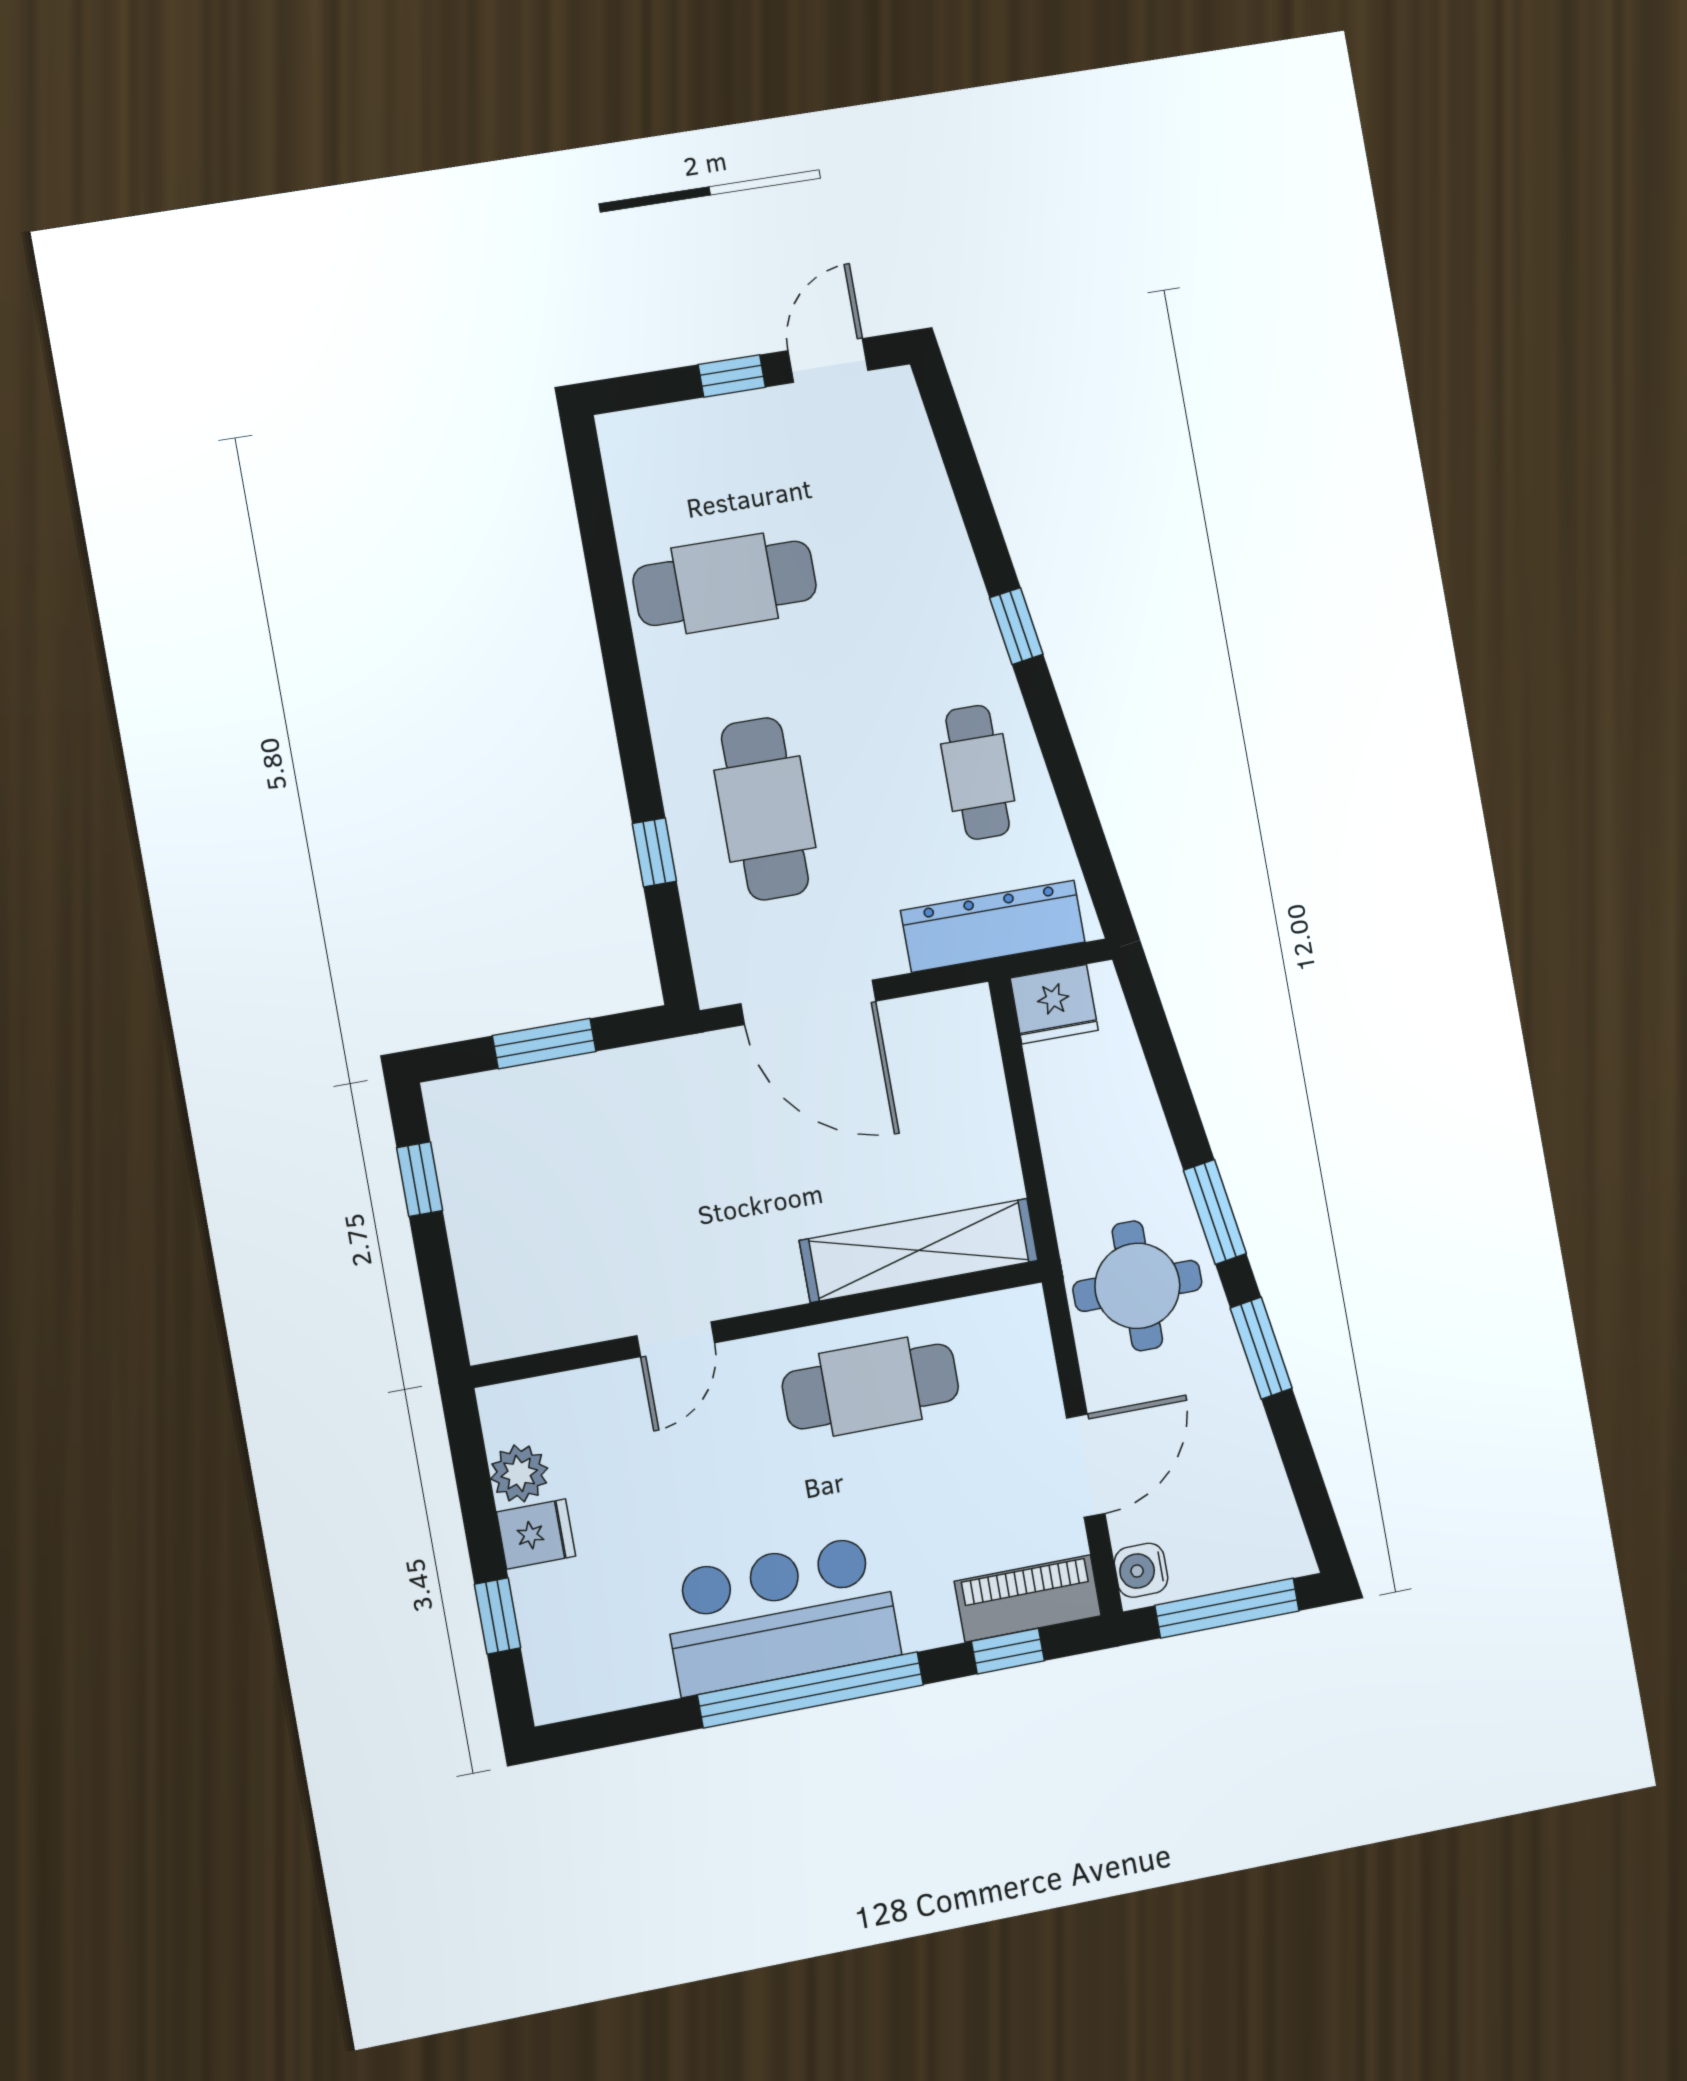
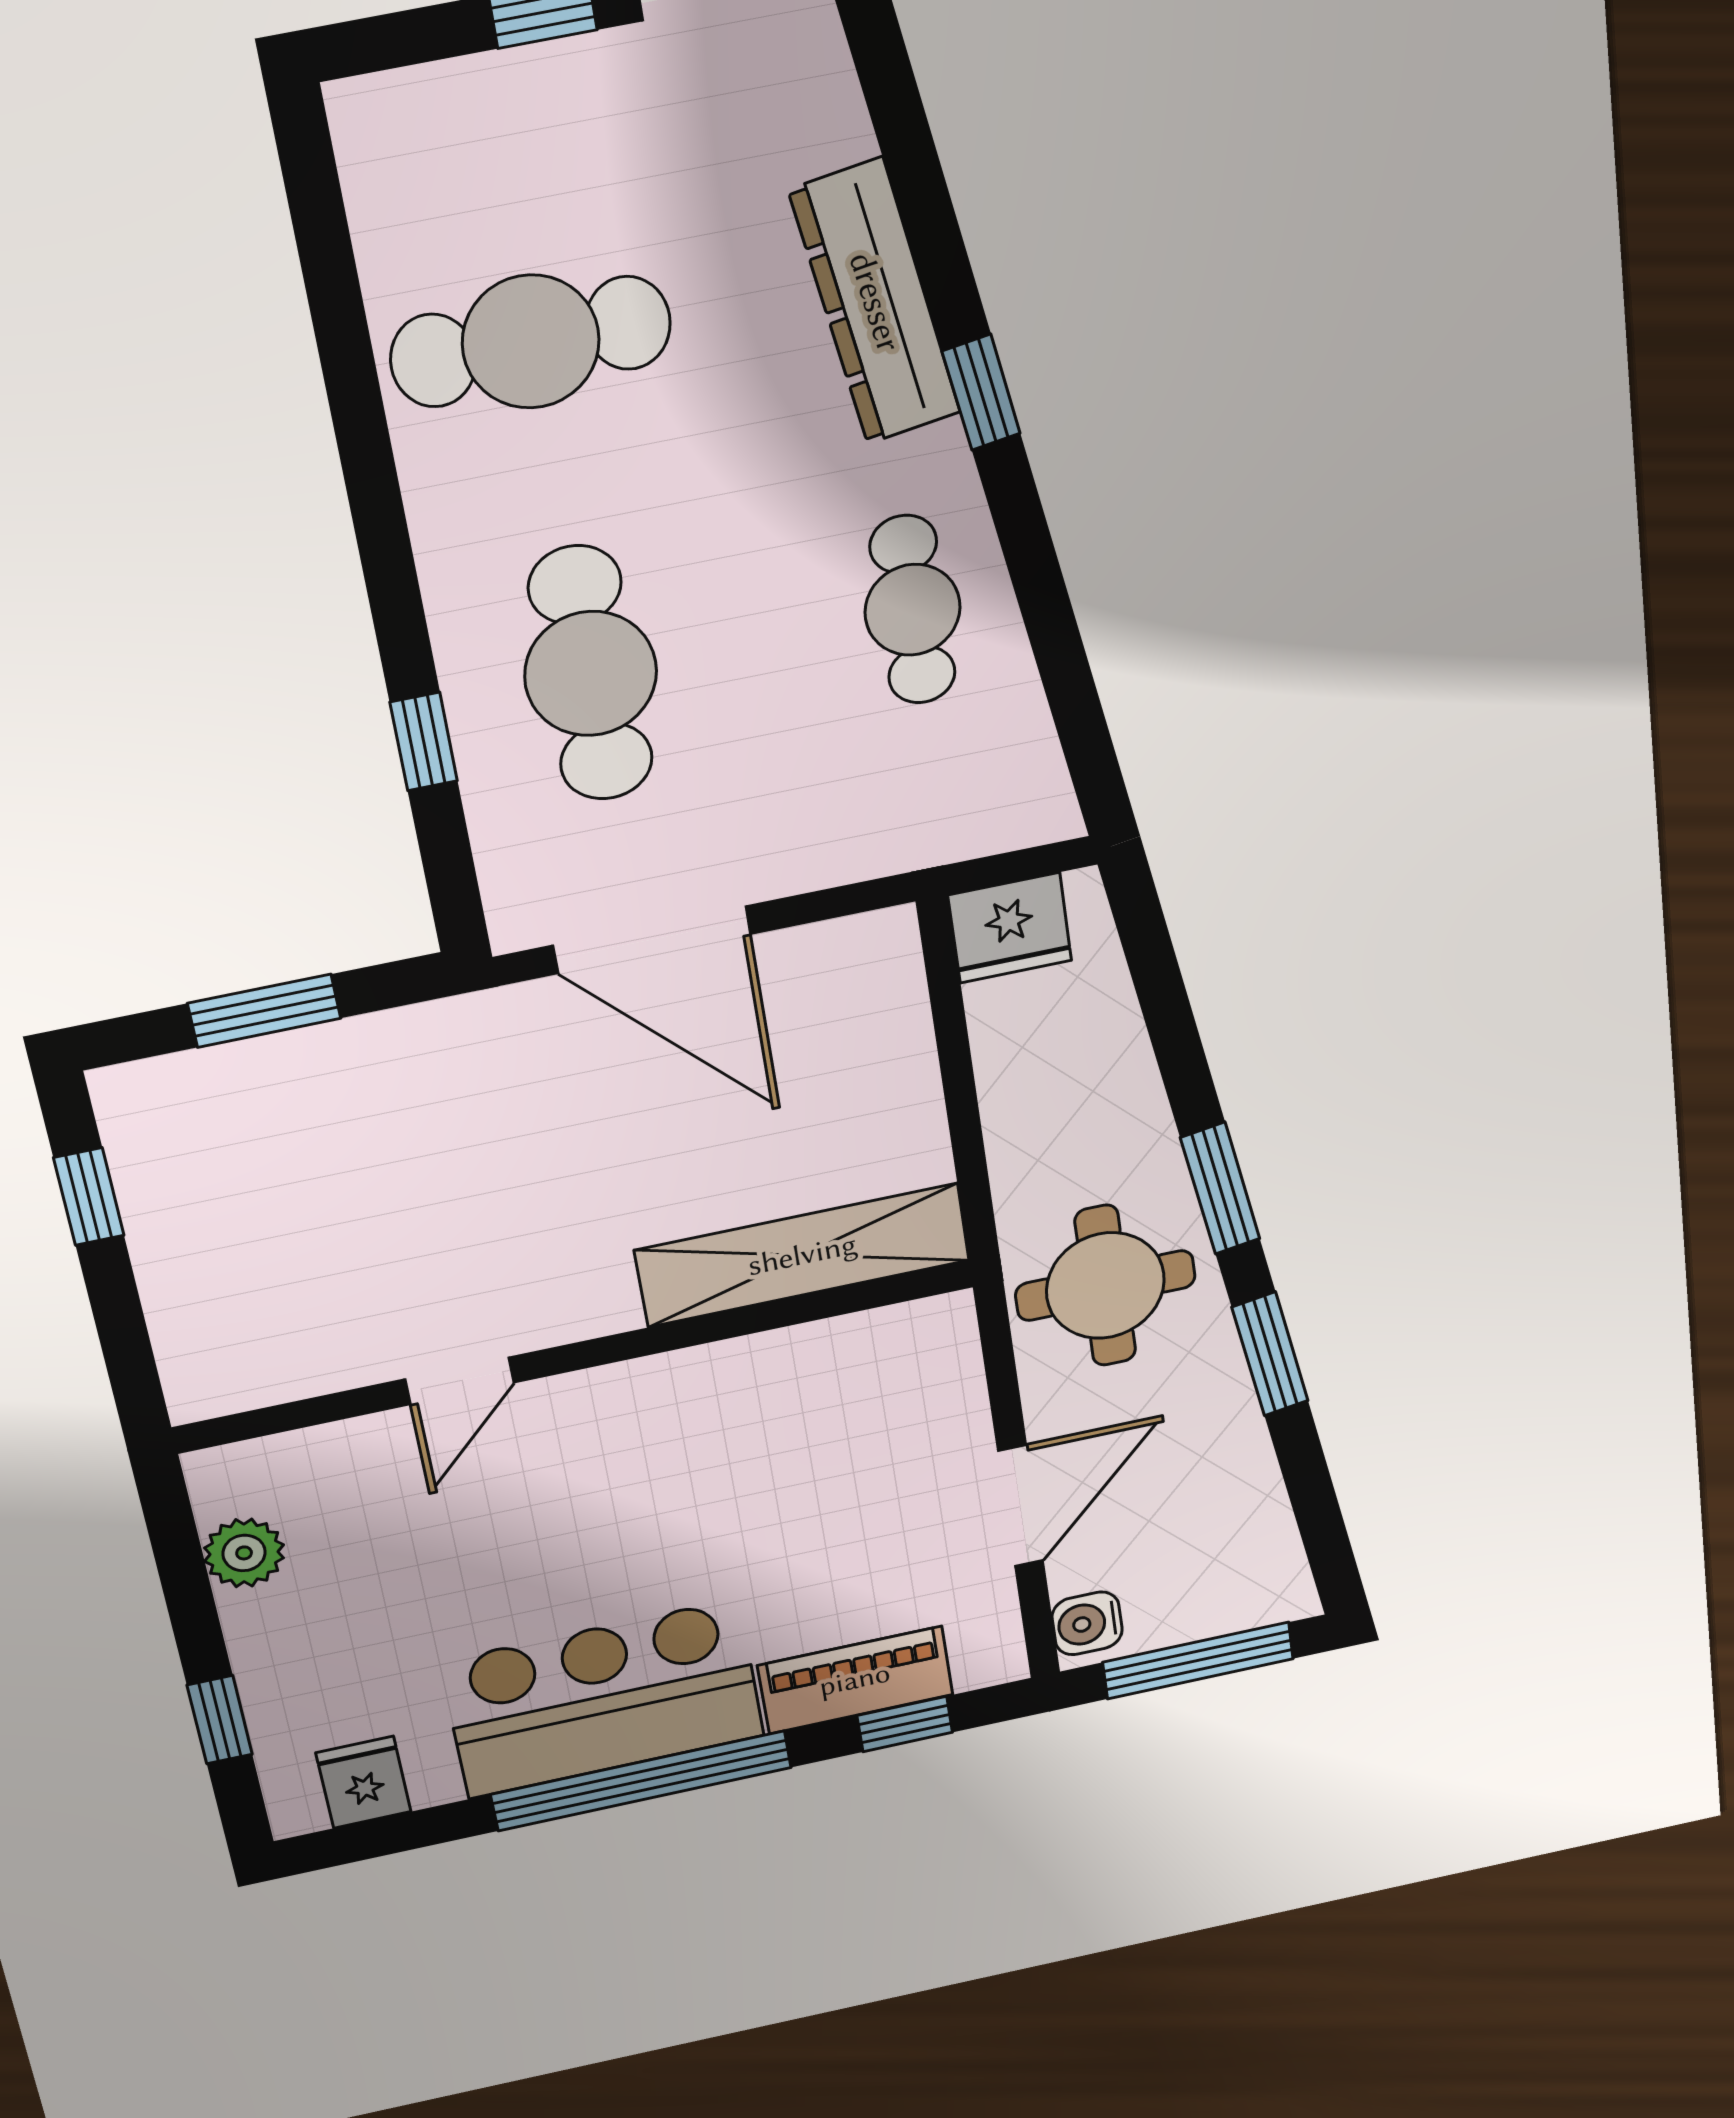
dresser: (993, 926) -> (875, 302), moved, turned -99
cafe table: (870, 1386) -> (730, 1426), removed
fridge: (536, 1534) -> (363, 1782), moved, turned -90
piano: (1028, 1598) -> (855, 1680), moved

